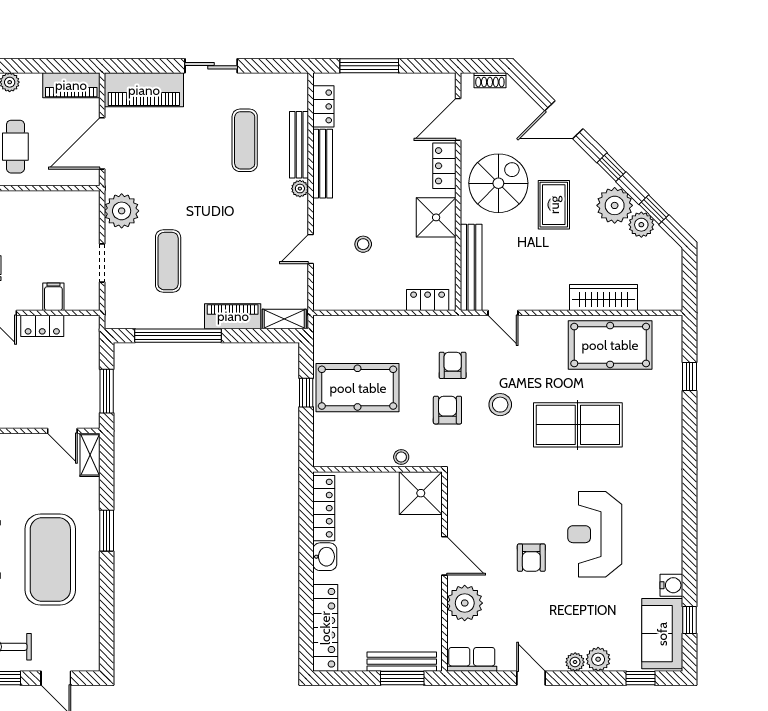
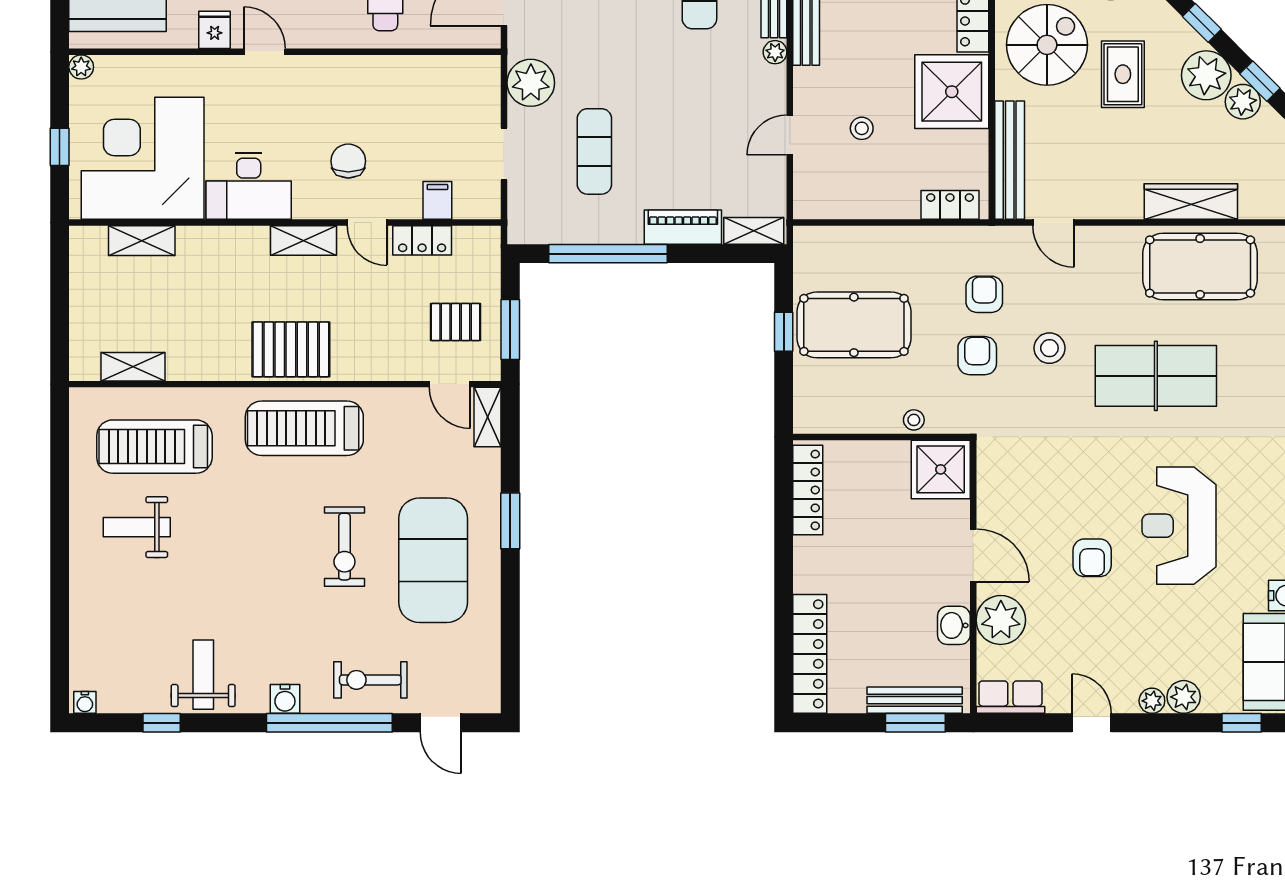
shower: (436, 217) -> (952, 92), width x1.37, depth x1.37
pallet: (67, 386) -> (456, 322), added
washbasin: (325, 557) -> (954, 625), moved, turned 180

